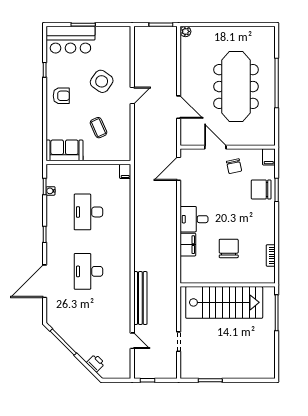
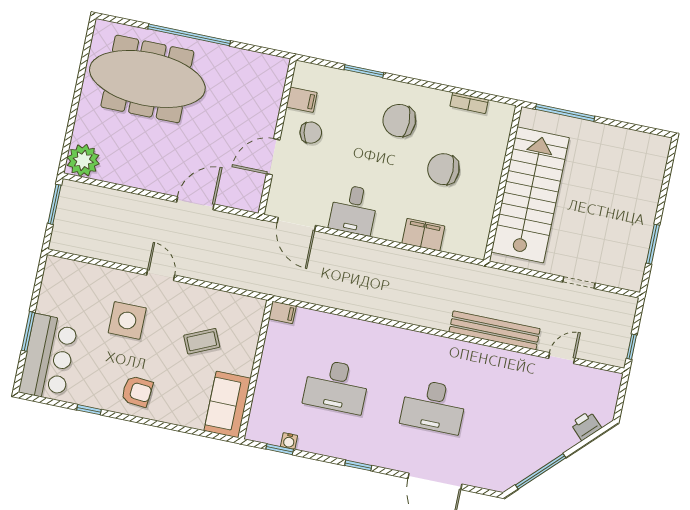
plant: (185, 31) -> (83, 160), width x1.88, depth x1.88
side table: (102, 81) -> (127, 320), turned -35
meeting table: (236, 87) -> (147, 79), moved
armchair: (61, 96) -> (137, 391), turned 95
filing cabinet: (269, 157) -> (302, 100), moved
chair: (261, 189) -> (399, 120), moved, turned 90
desk: (194, 219) -> (354, 210), moved

